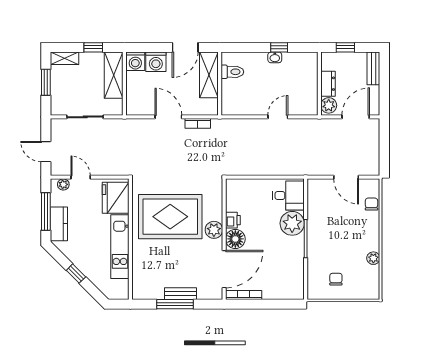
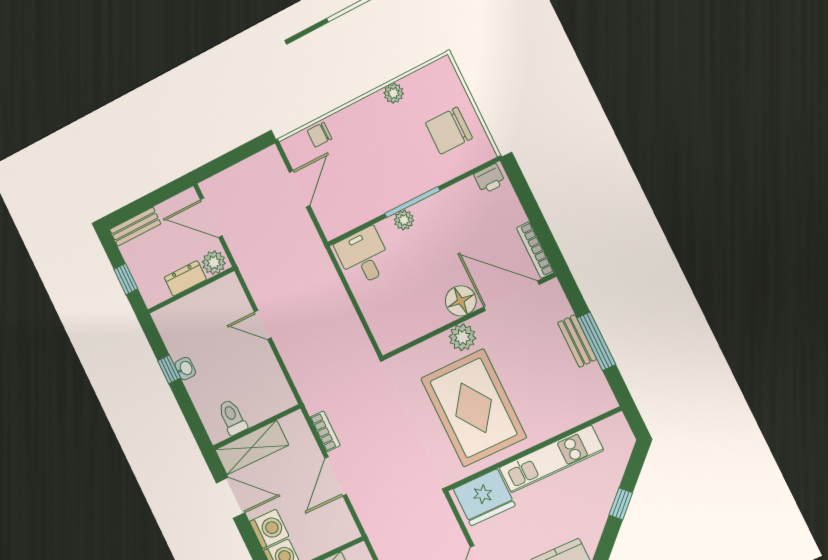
printer: (233, 220) -> (490, 179), moved, turned 180
plant: (292, 223) -> (404, 220), width x0.53, depth x0.53
chair: (336, 279) -> (449, 131), width x1.87, depth x1.87

